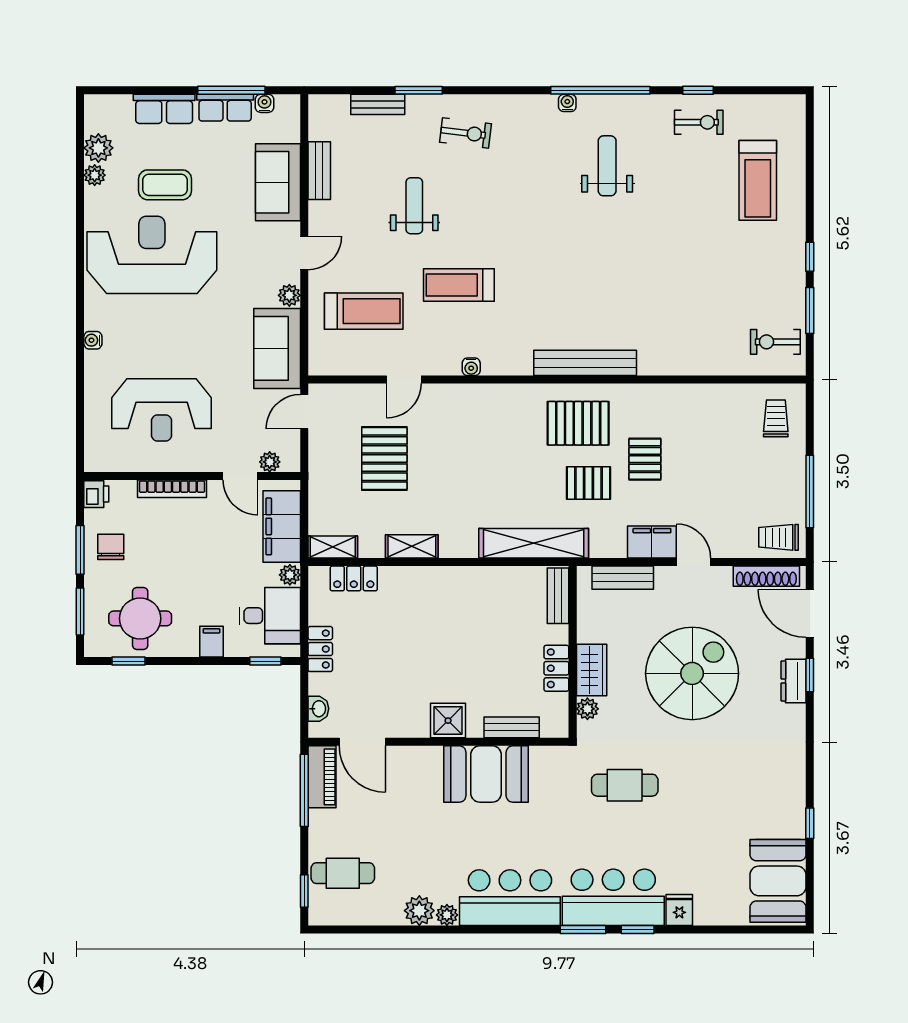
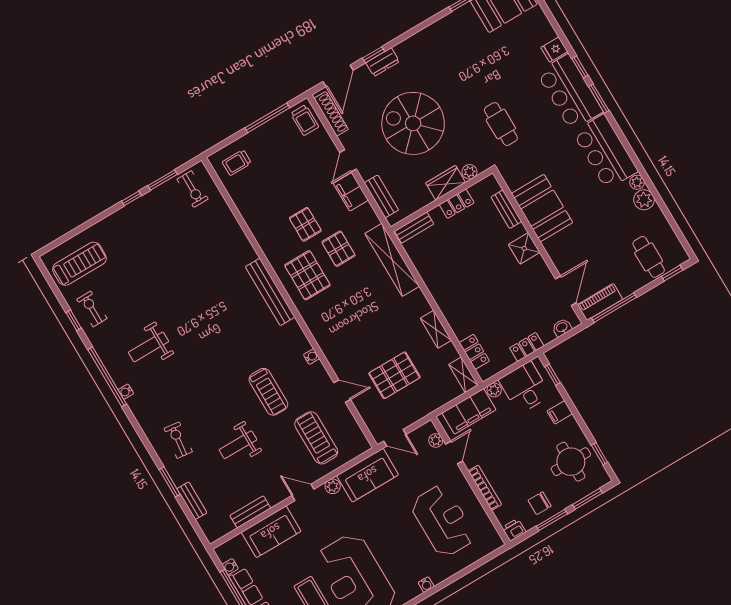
treadmill: (758, 180) -> (79, 264), moved
pallet: (645, 459) -> (305, 224), turned 90

